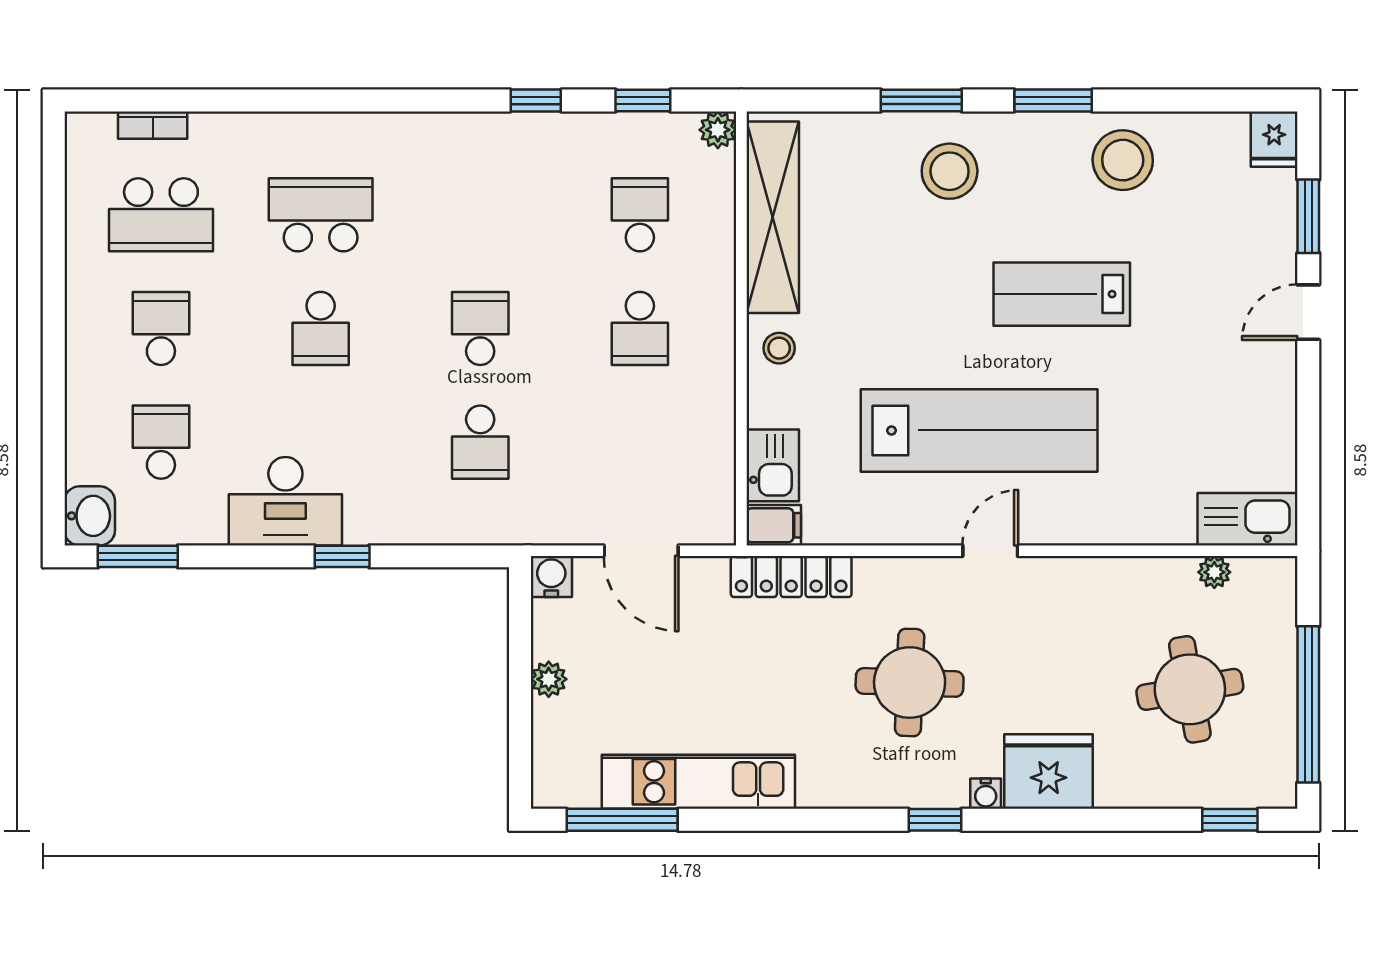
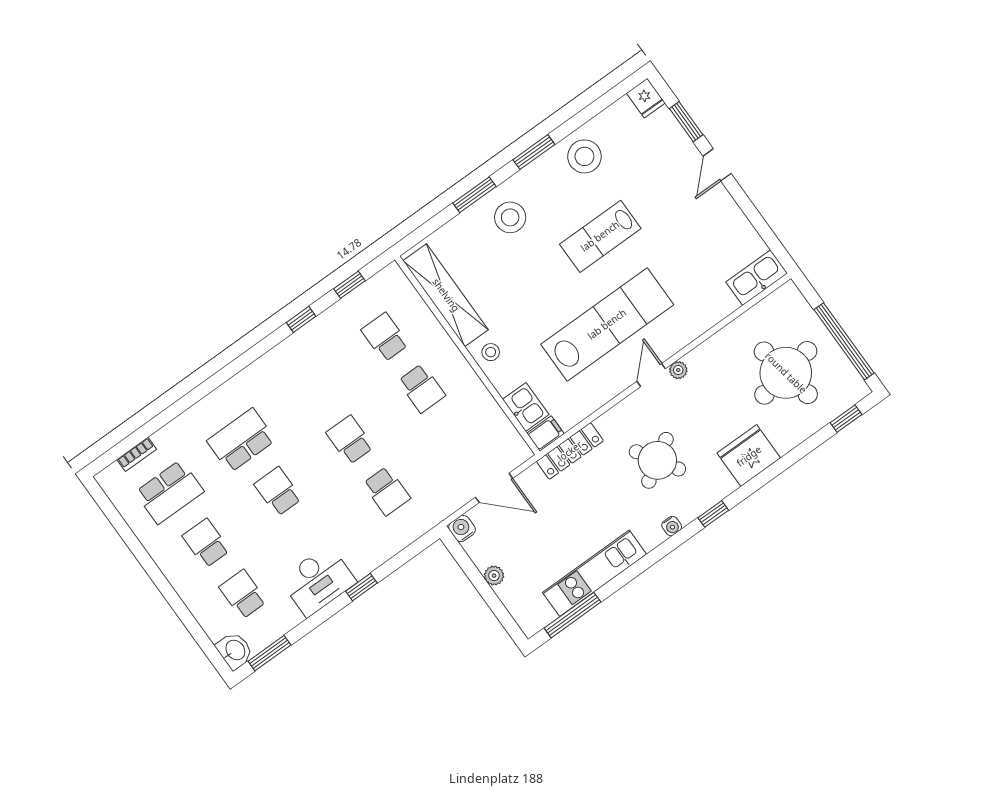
plant: (718, 130) -> (392, 274), removed
school desk: (321, 328) -> (278, 492), turned 180
plant: (1214, 572) -> (678, 370), moved
round table: (910, 682) -> (657, 460), turned -34
round table: (1190, 689) -> (786, 373), width x1.36, depth x1.36
water cooler: (986, 794) -> (672, 526), moved

